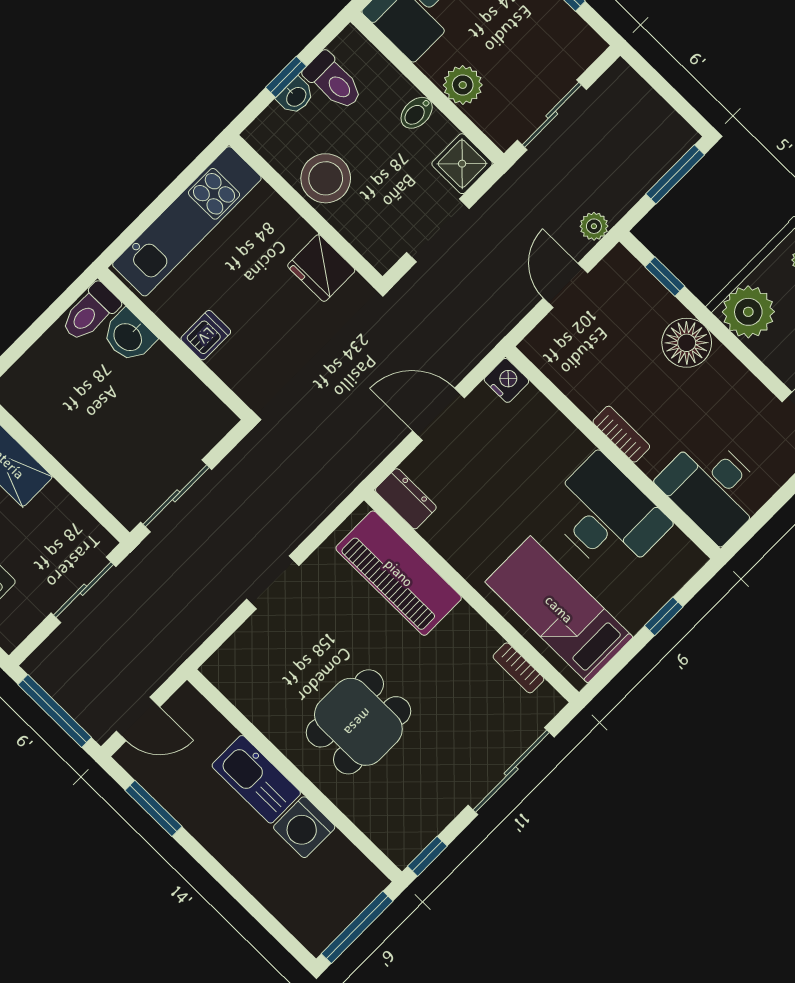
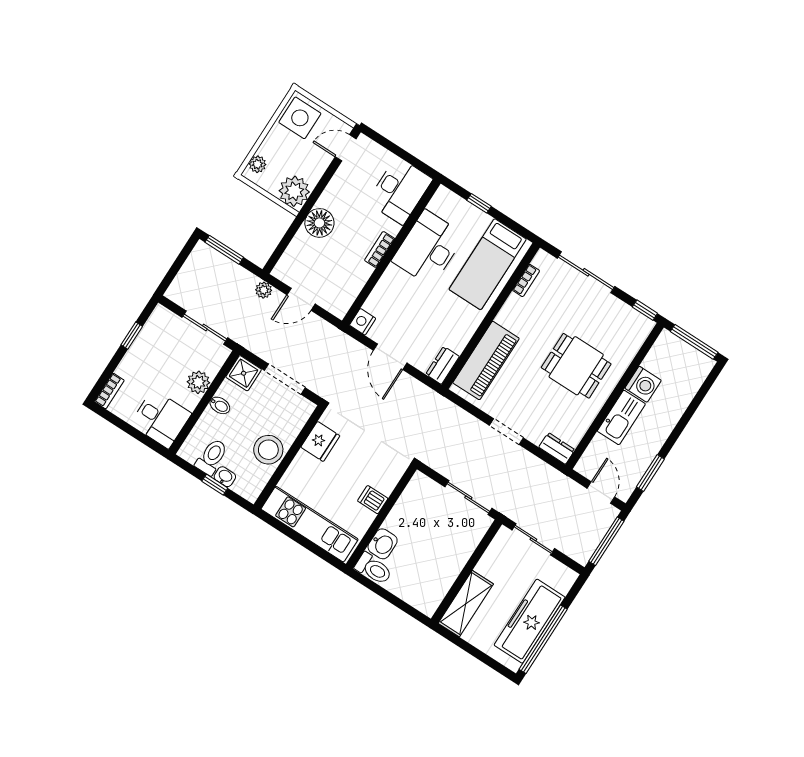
window: (665, 277) -> (284, 243), removed
dresser: (227, 661) -> (557, 448), added

